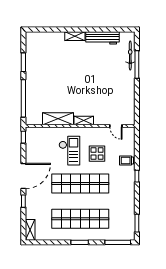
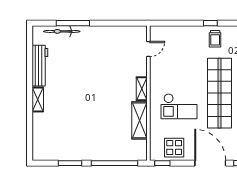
checkout: (69, 151) -> (179, 106), turned 180
display table: (97, 154) -> (174, 148), moved
trolley: (127, 161) -> (215, 39), moved

